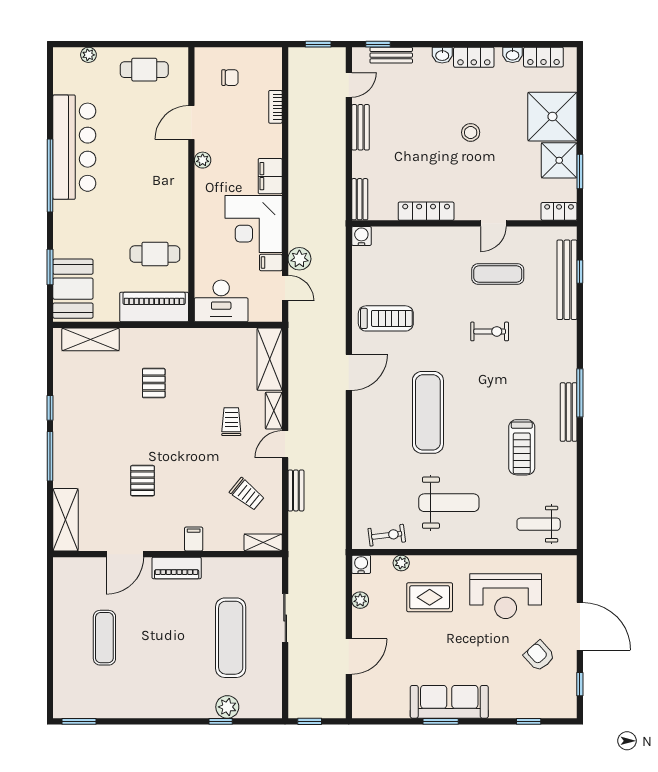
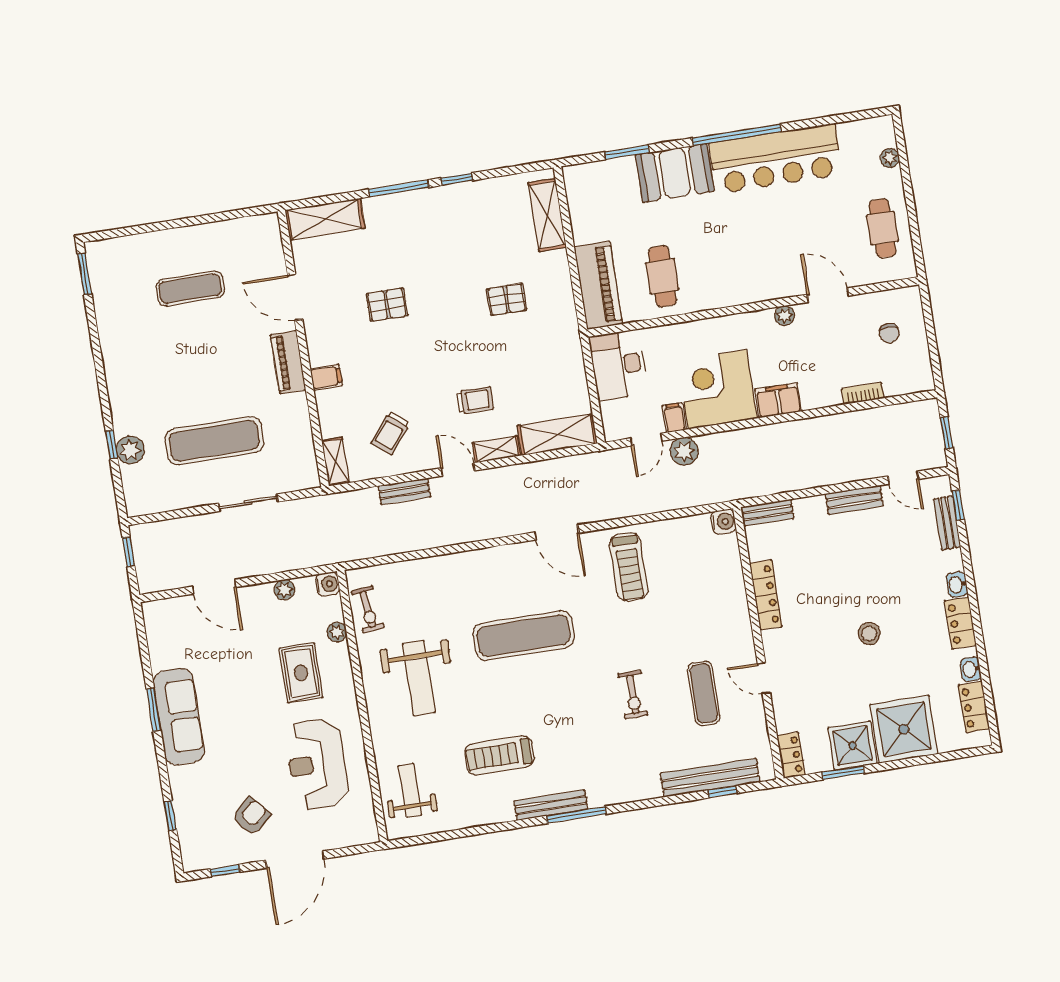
booth: (73, 289) -> (675, 173), moved

